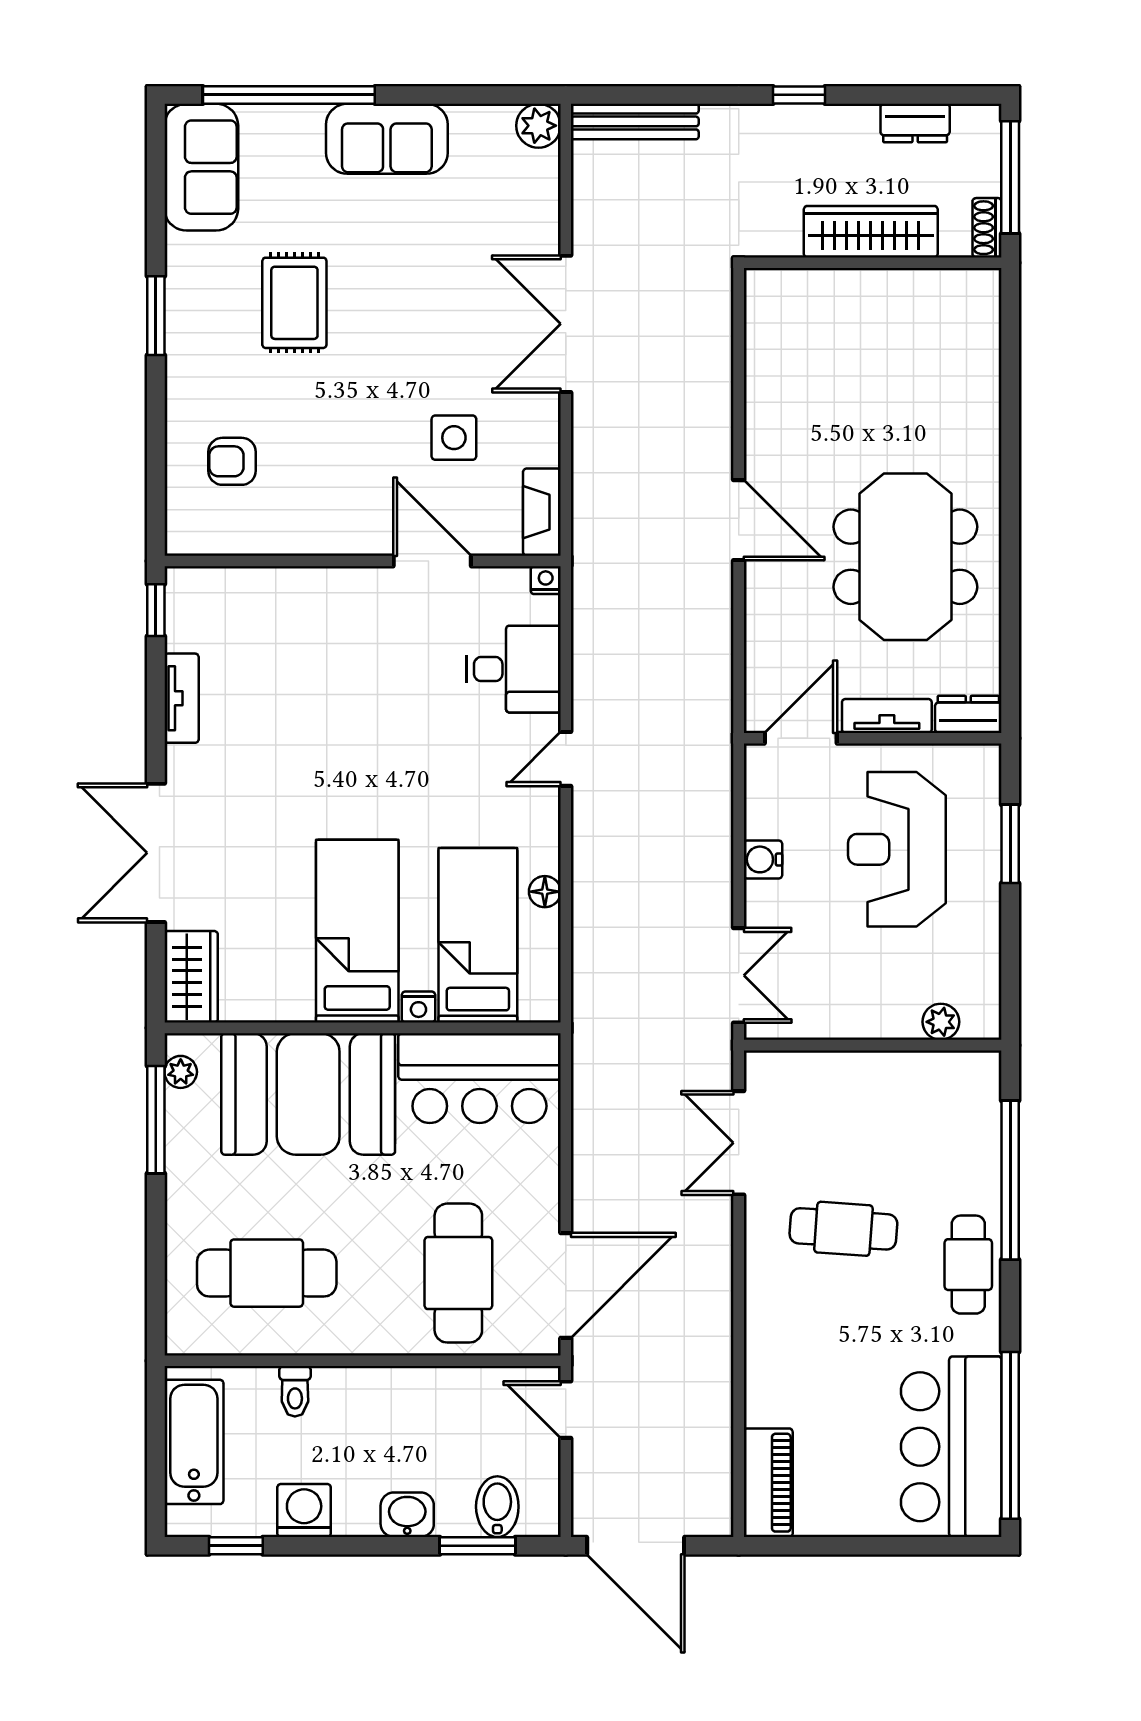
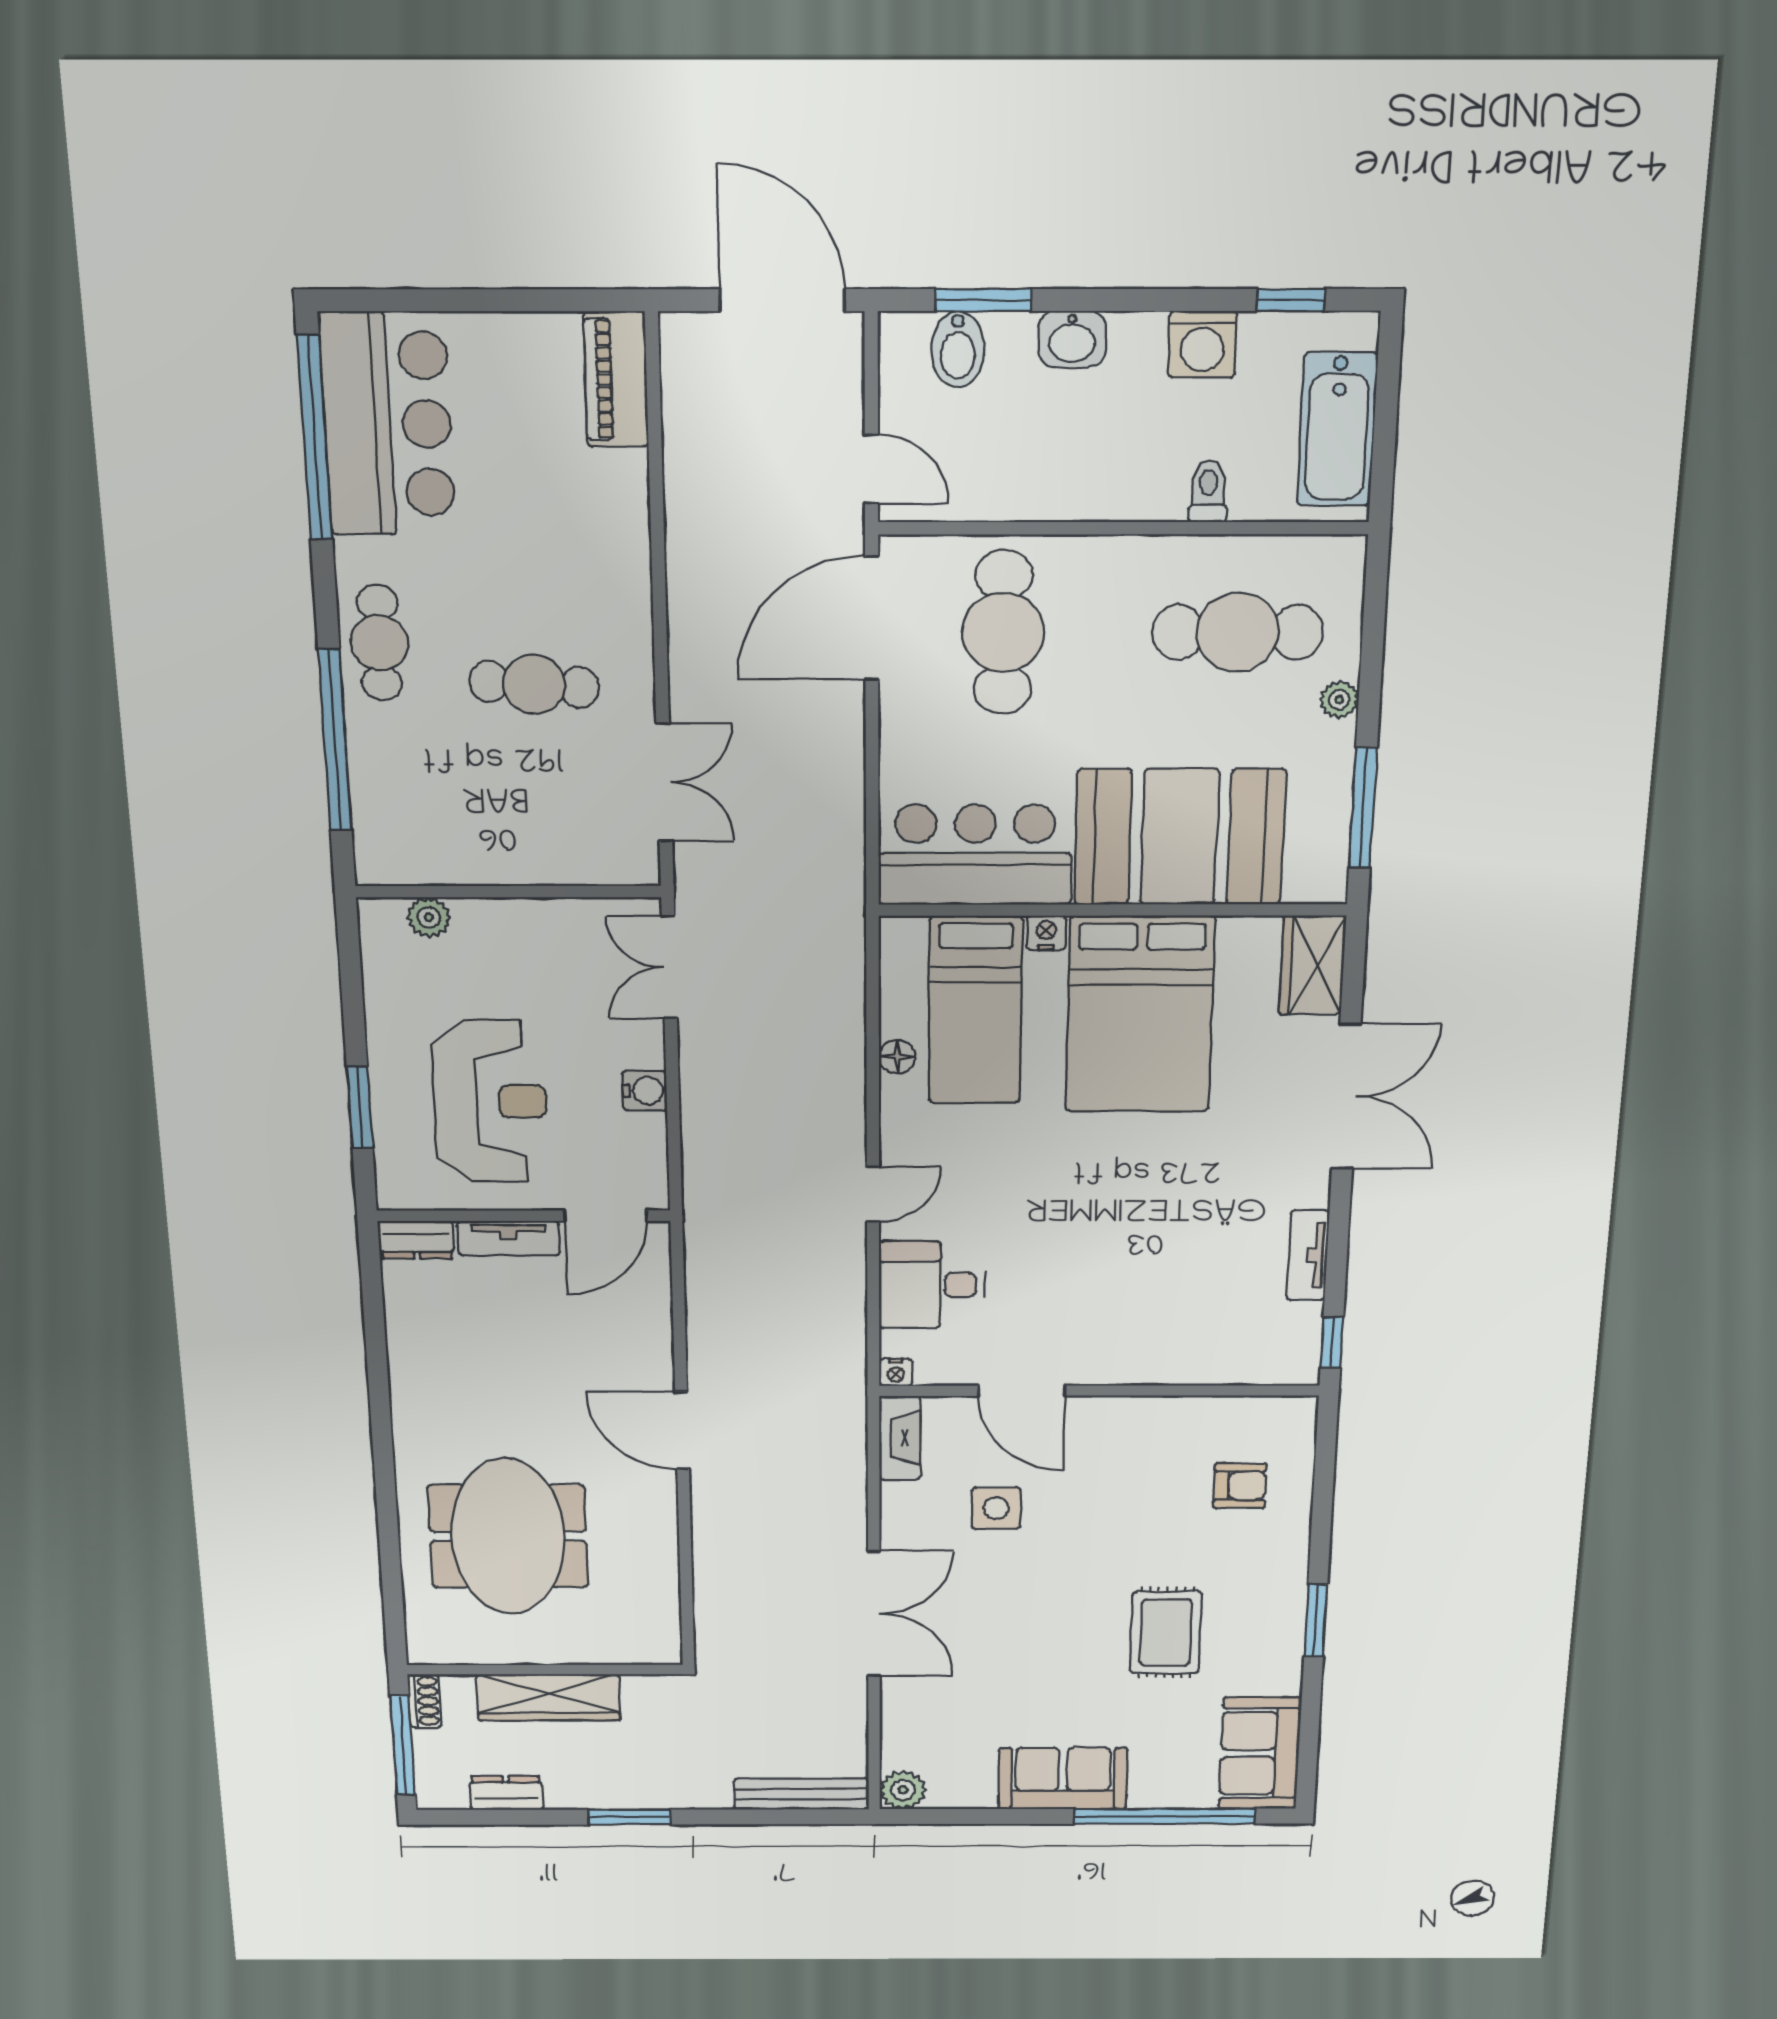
window: (799, 95) -> (629, 1817), width x1.50
meeting table: (905, 557) -> (508, 1536), moved
bed: (357, 931) -> (1140, 1015), width x1.50
plant: (181, 1072) -> (1339, 700), moved

